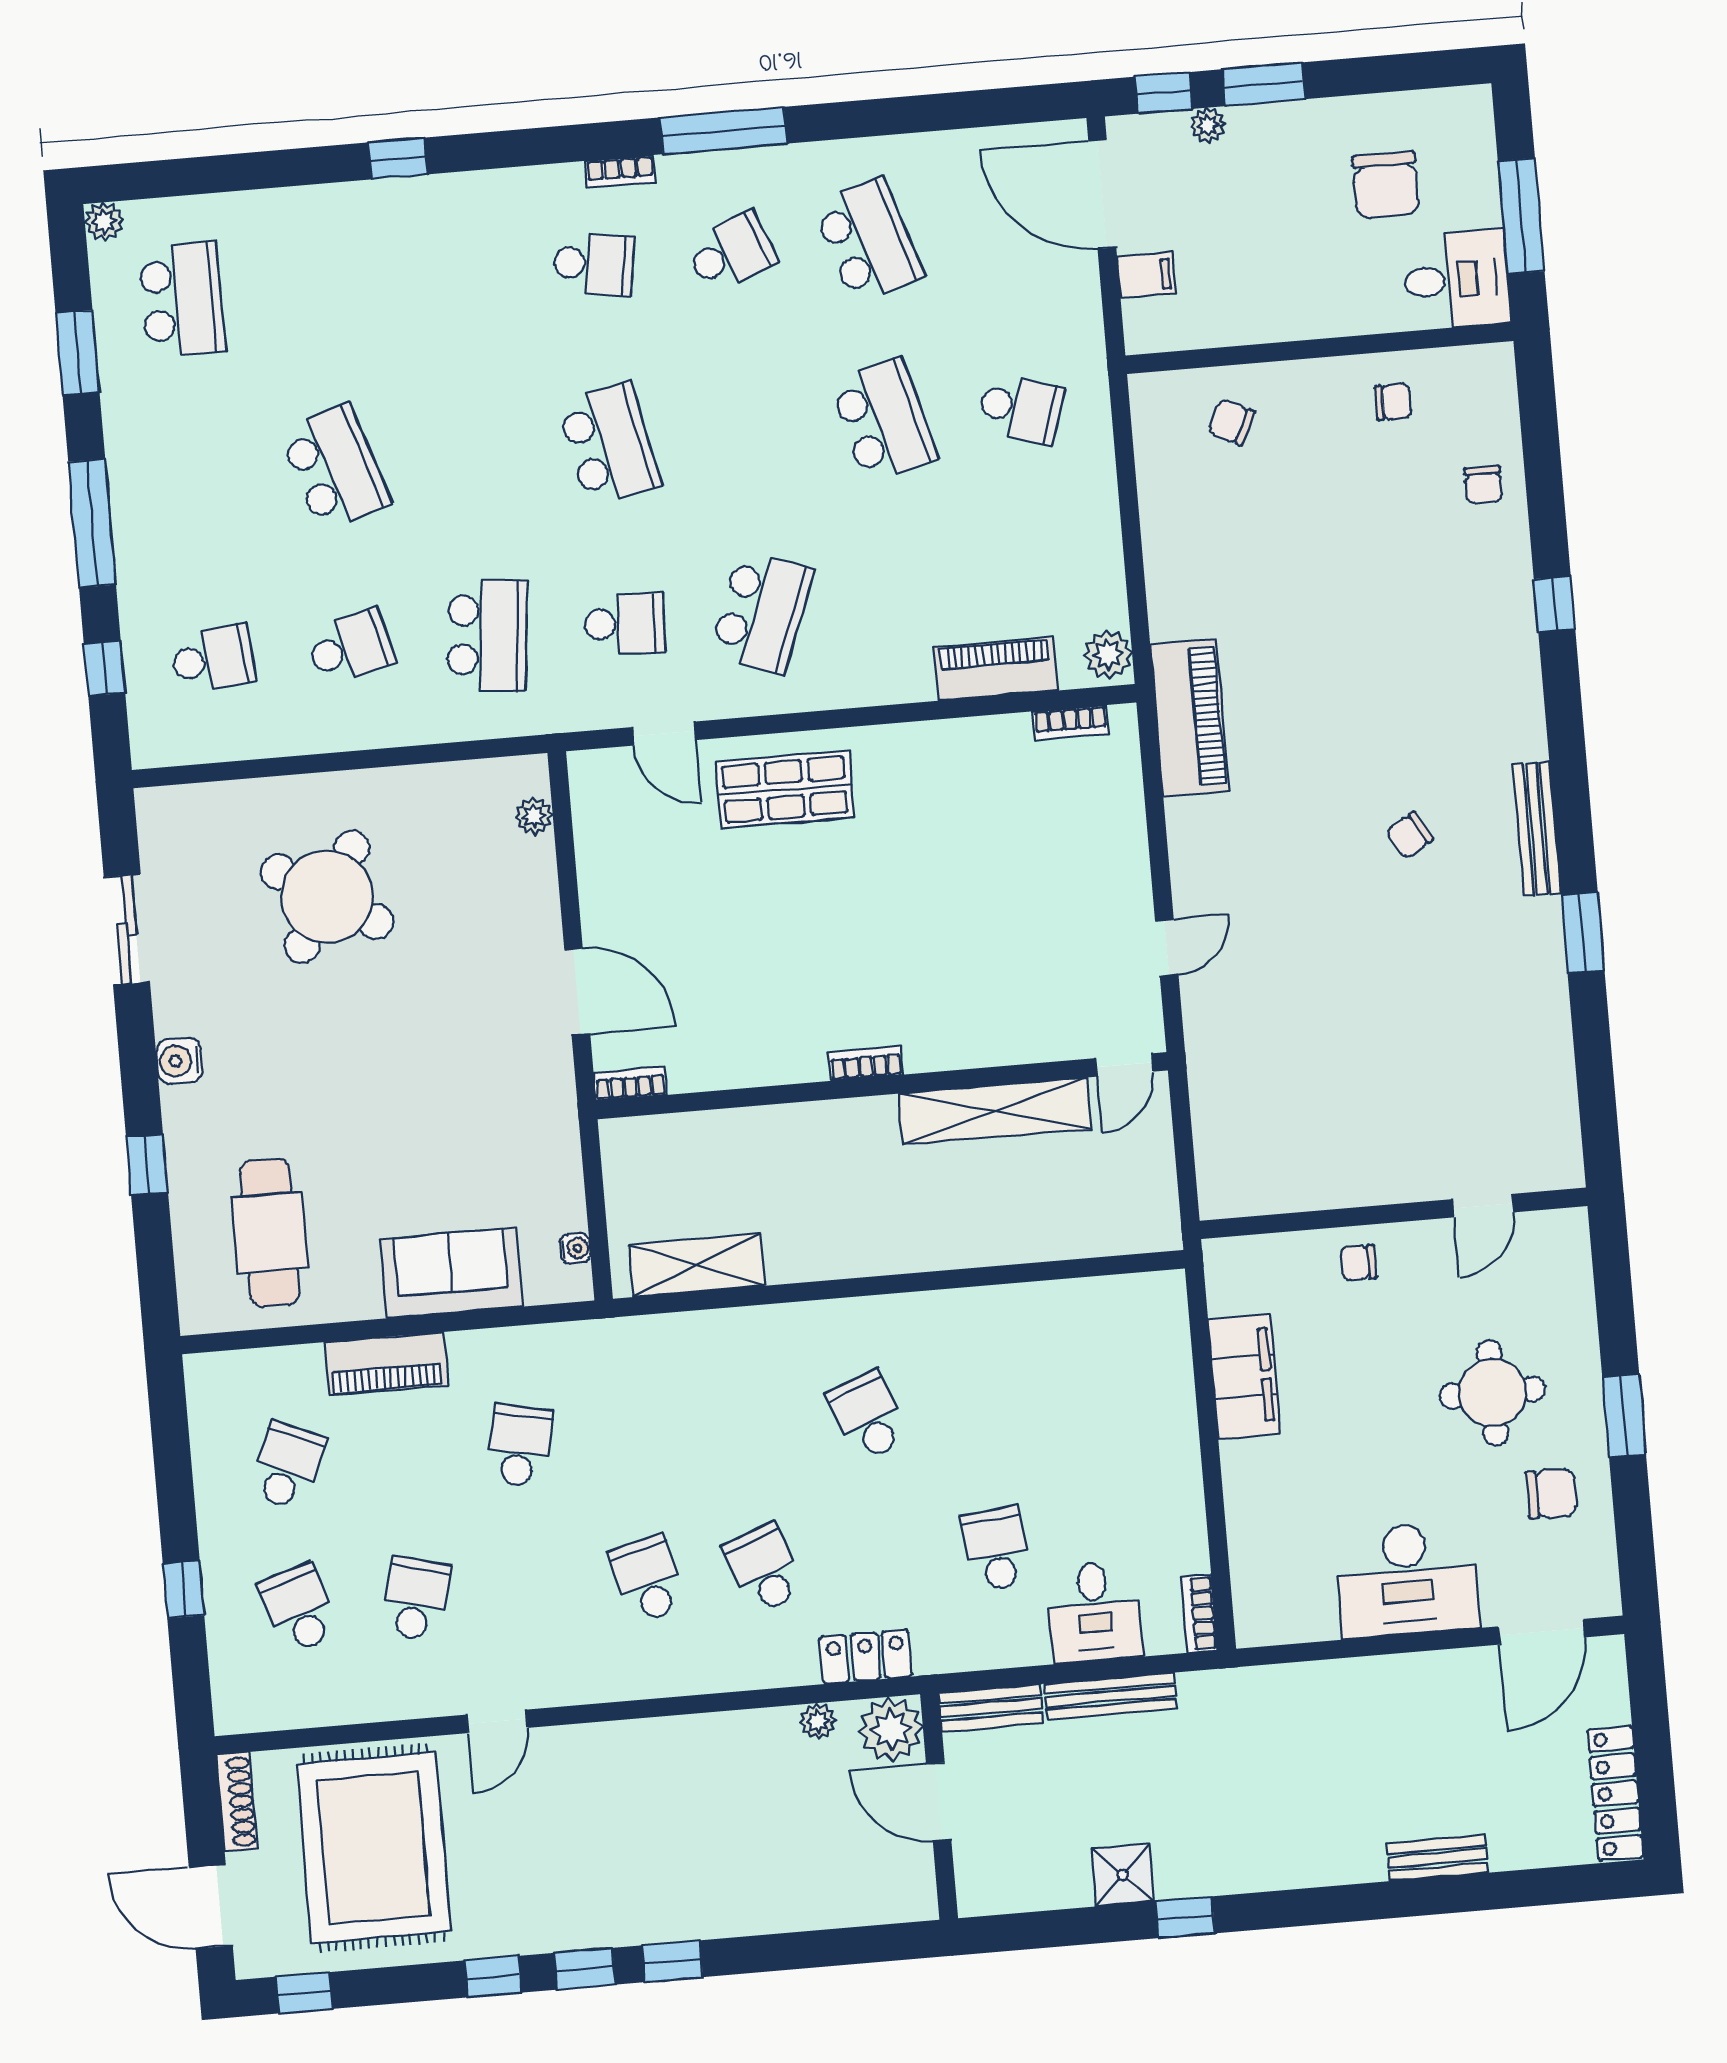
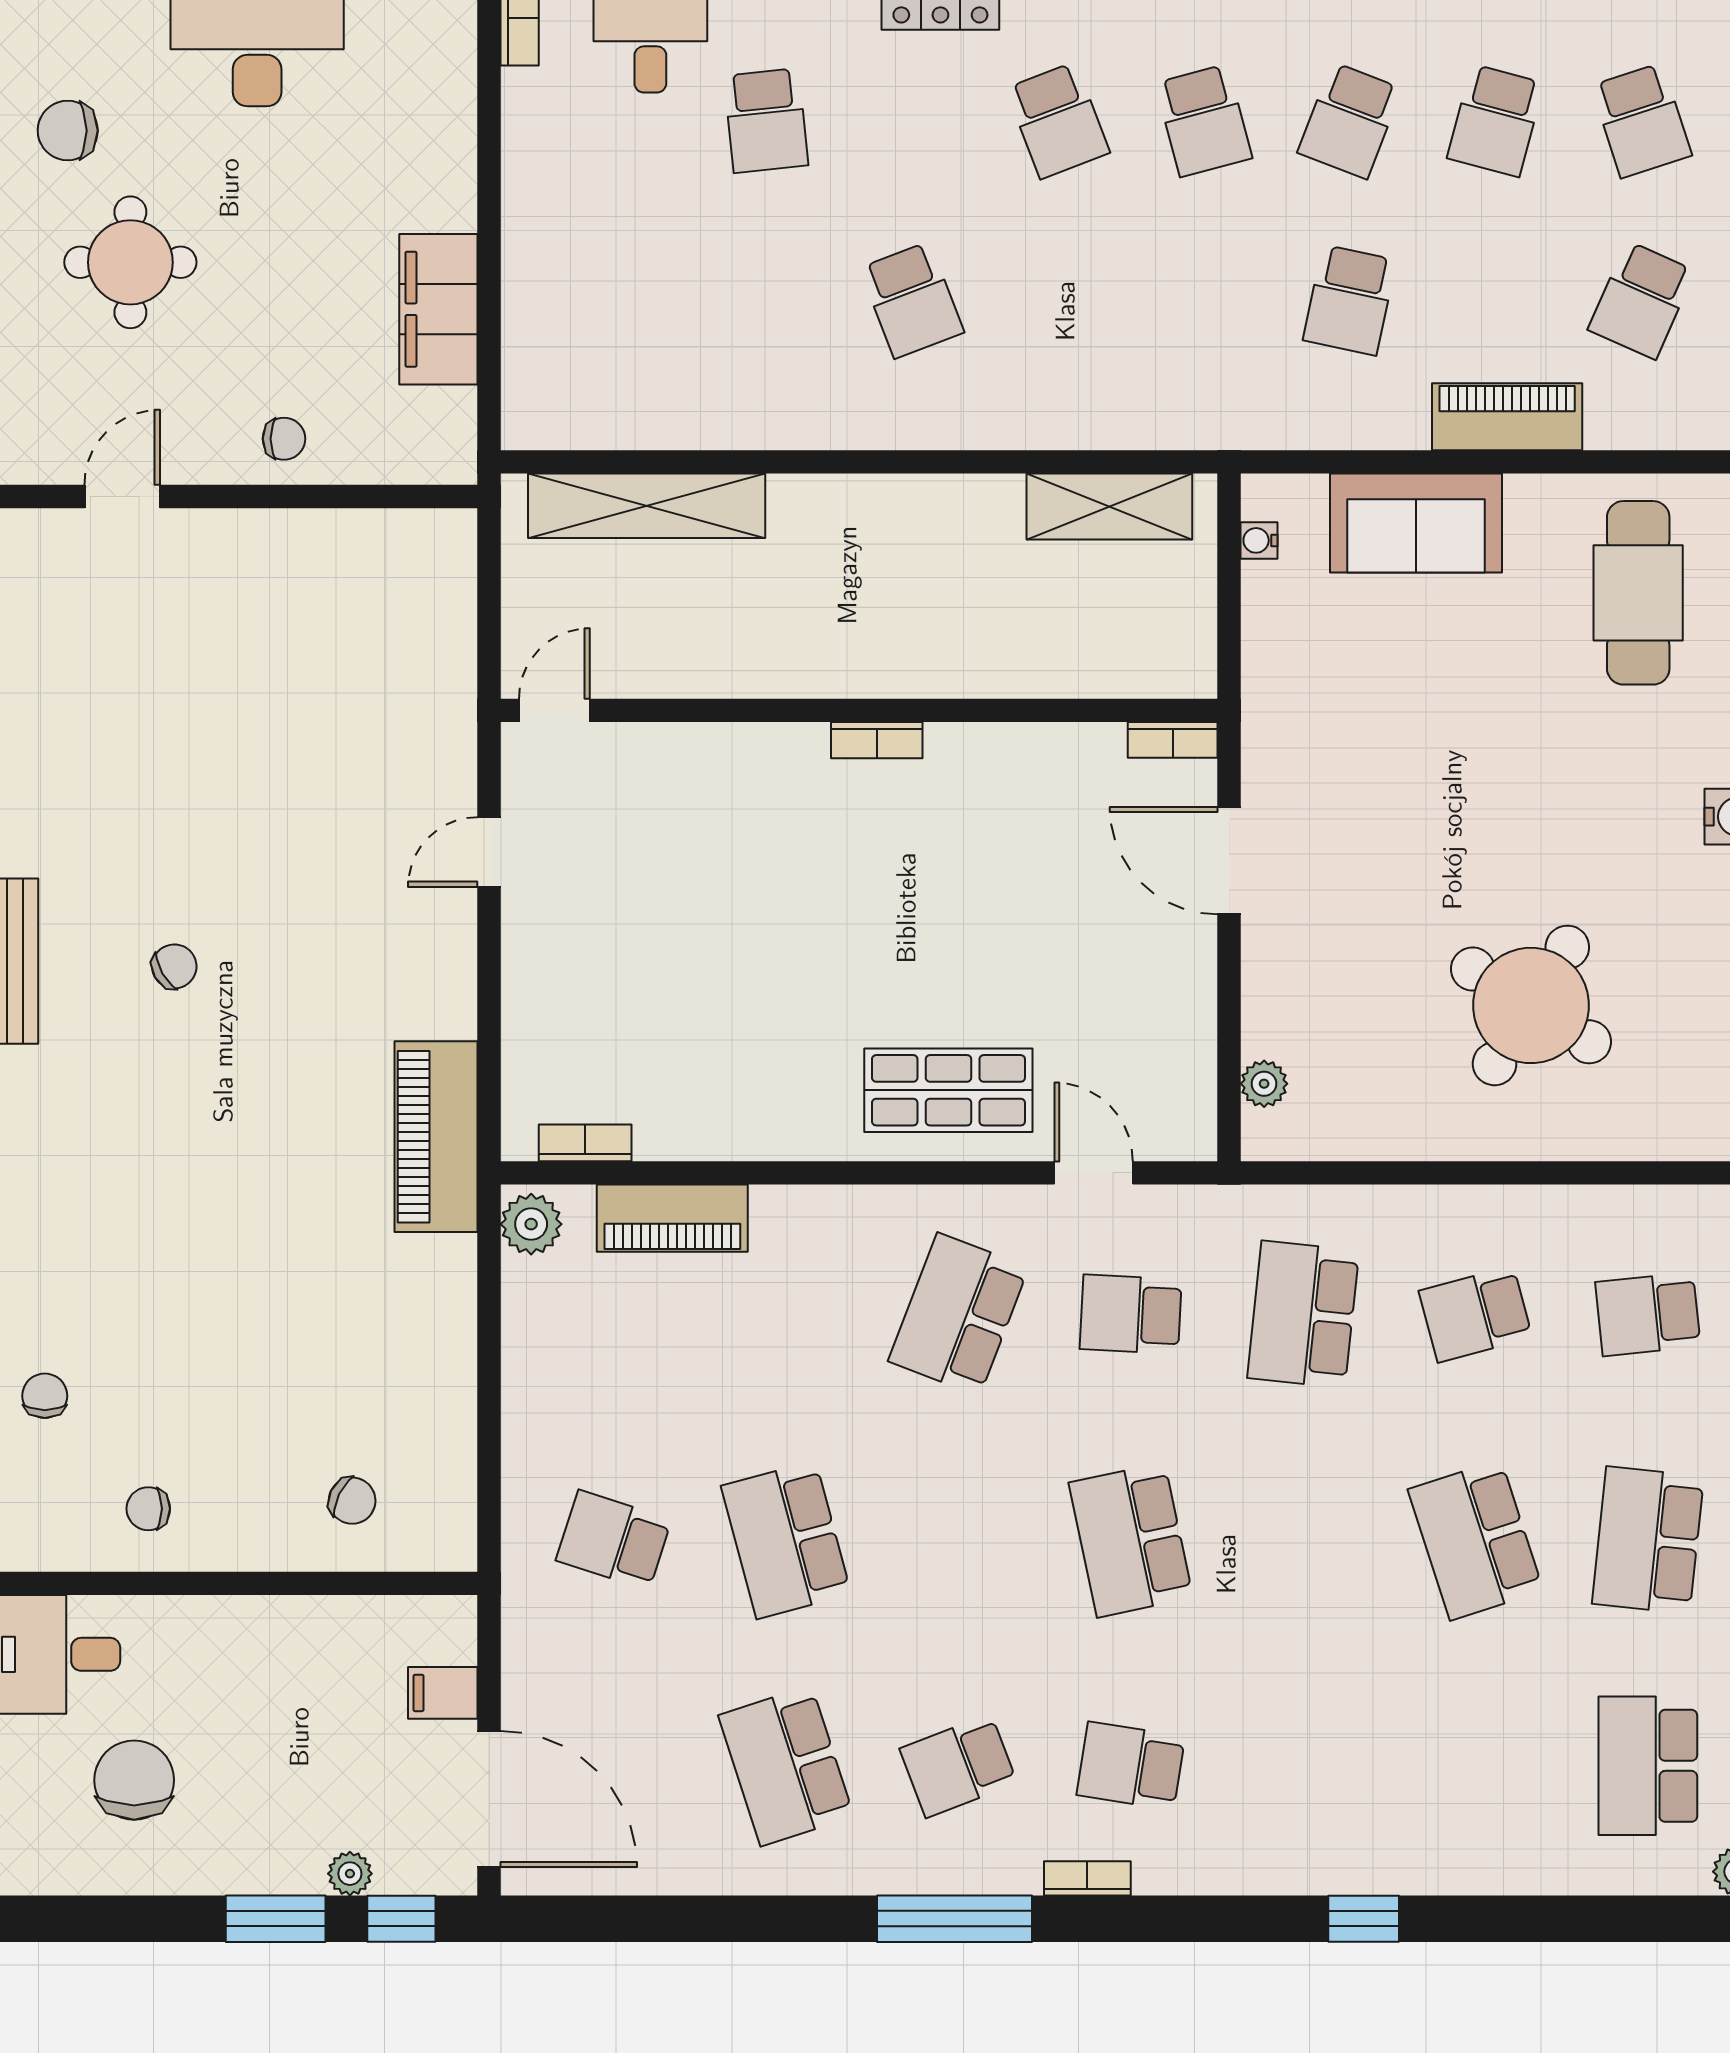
school desk: (197, 479) -> (1648, 1540), added
shelving: (995, 1111) -> (647, 506), moved
school desk: (532, 1589) -> (1350, 121), added

